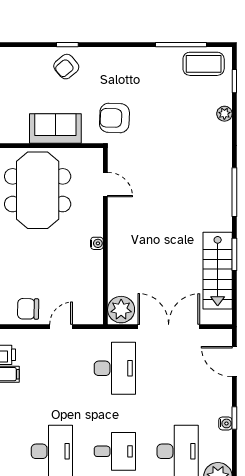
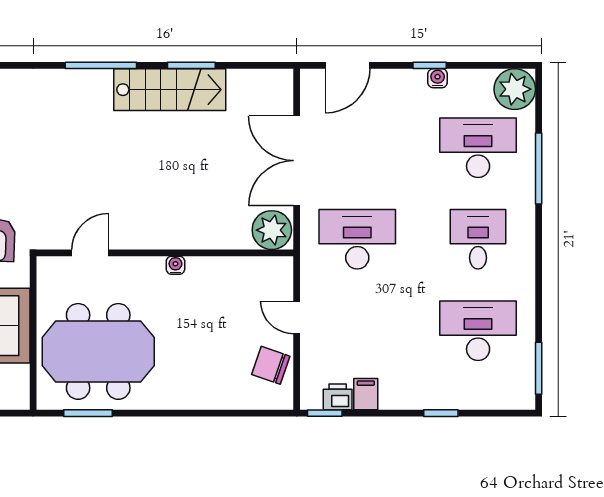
stairs: (218, 271) -> (170, 90), moved
chair: (28, 309) -> (271, 365), turned 108

